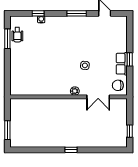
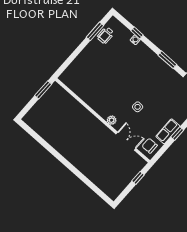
double door: (98, 97) -> (126, 141), swing flipped
window: (7, 130) -> (43, 90), moved
window: (130, 131) -> (138, 178), moved
window: (71, 150) -> (67, 164), removed

